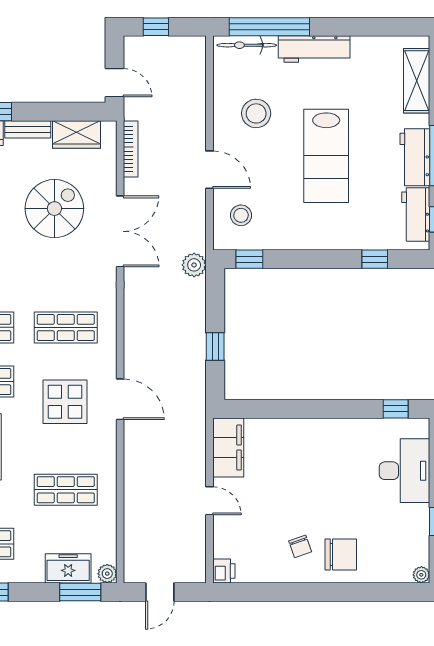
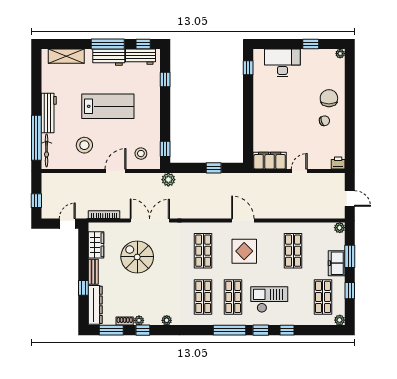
door: (120, 399) -> (243, 221), hinge flipped
freezer: (68, 568) -> (337, 263), moved
window: (80, 592) -> (350, 256), moved

